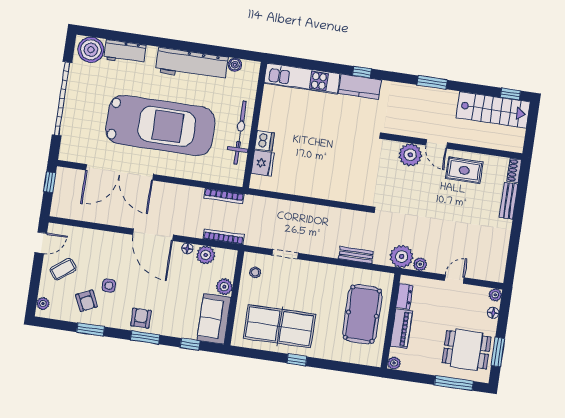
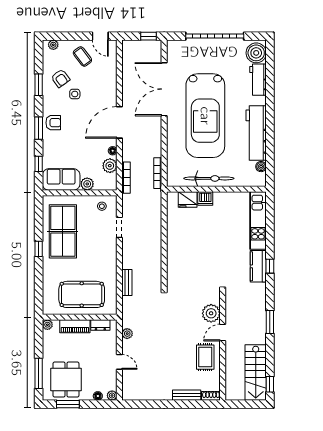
plant: (402, 257) -> (131, 318), removed
armchair: (87, 301) -> (60, 78), turned -101

